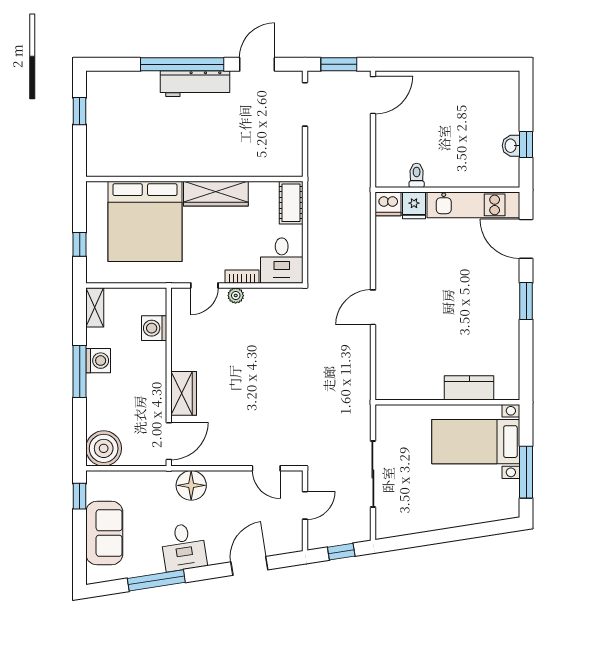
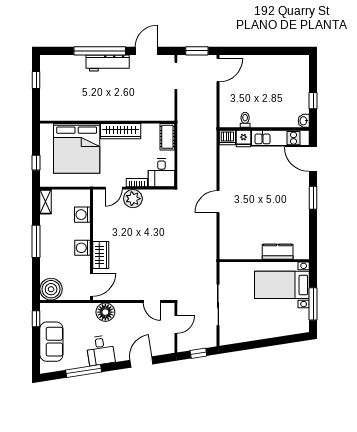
washbasin: (511, 146) -> (304, 121), moved
plant: (236, 295) -> (133, 199), width x1.87, depth x1.87
washing machine: (98, 361) -> (82, 248), moved, turned 180

